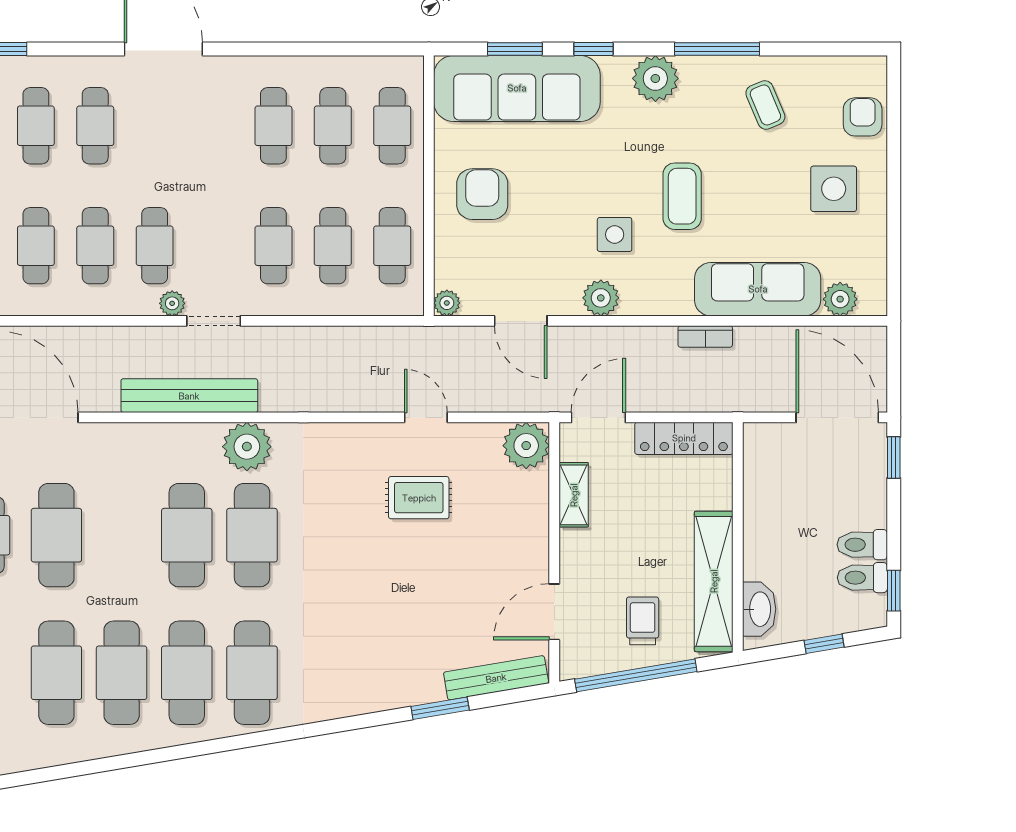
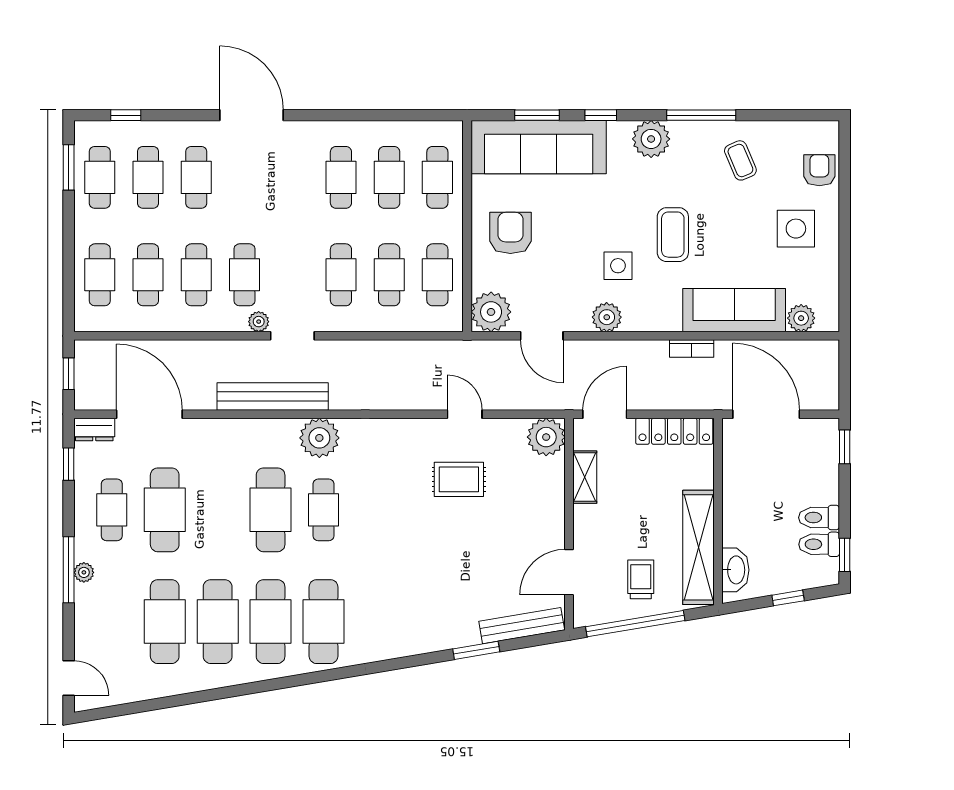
plant: (447, 303) -> (491, 312), width x1.88, depth x1.88
door: (837, 417) -> (766, 414), moved
cafe table: (252, 535) -> (324, 510), width x0.73, depth x0.74

